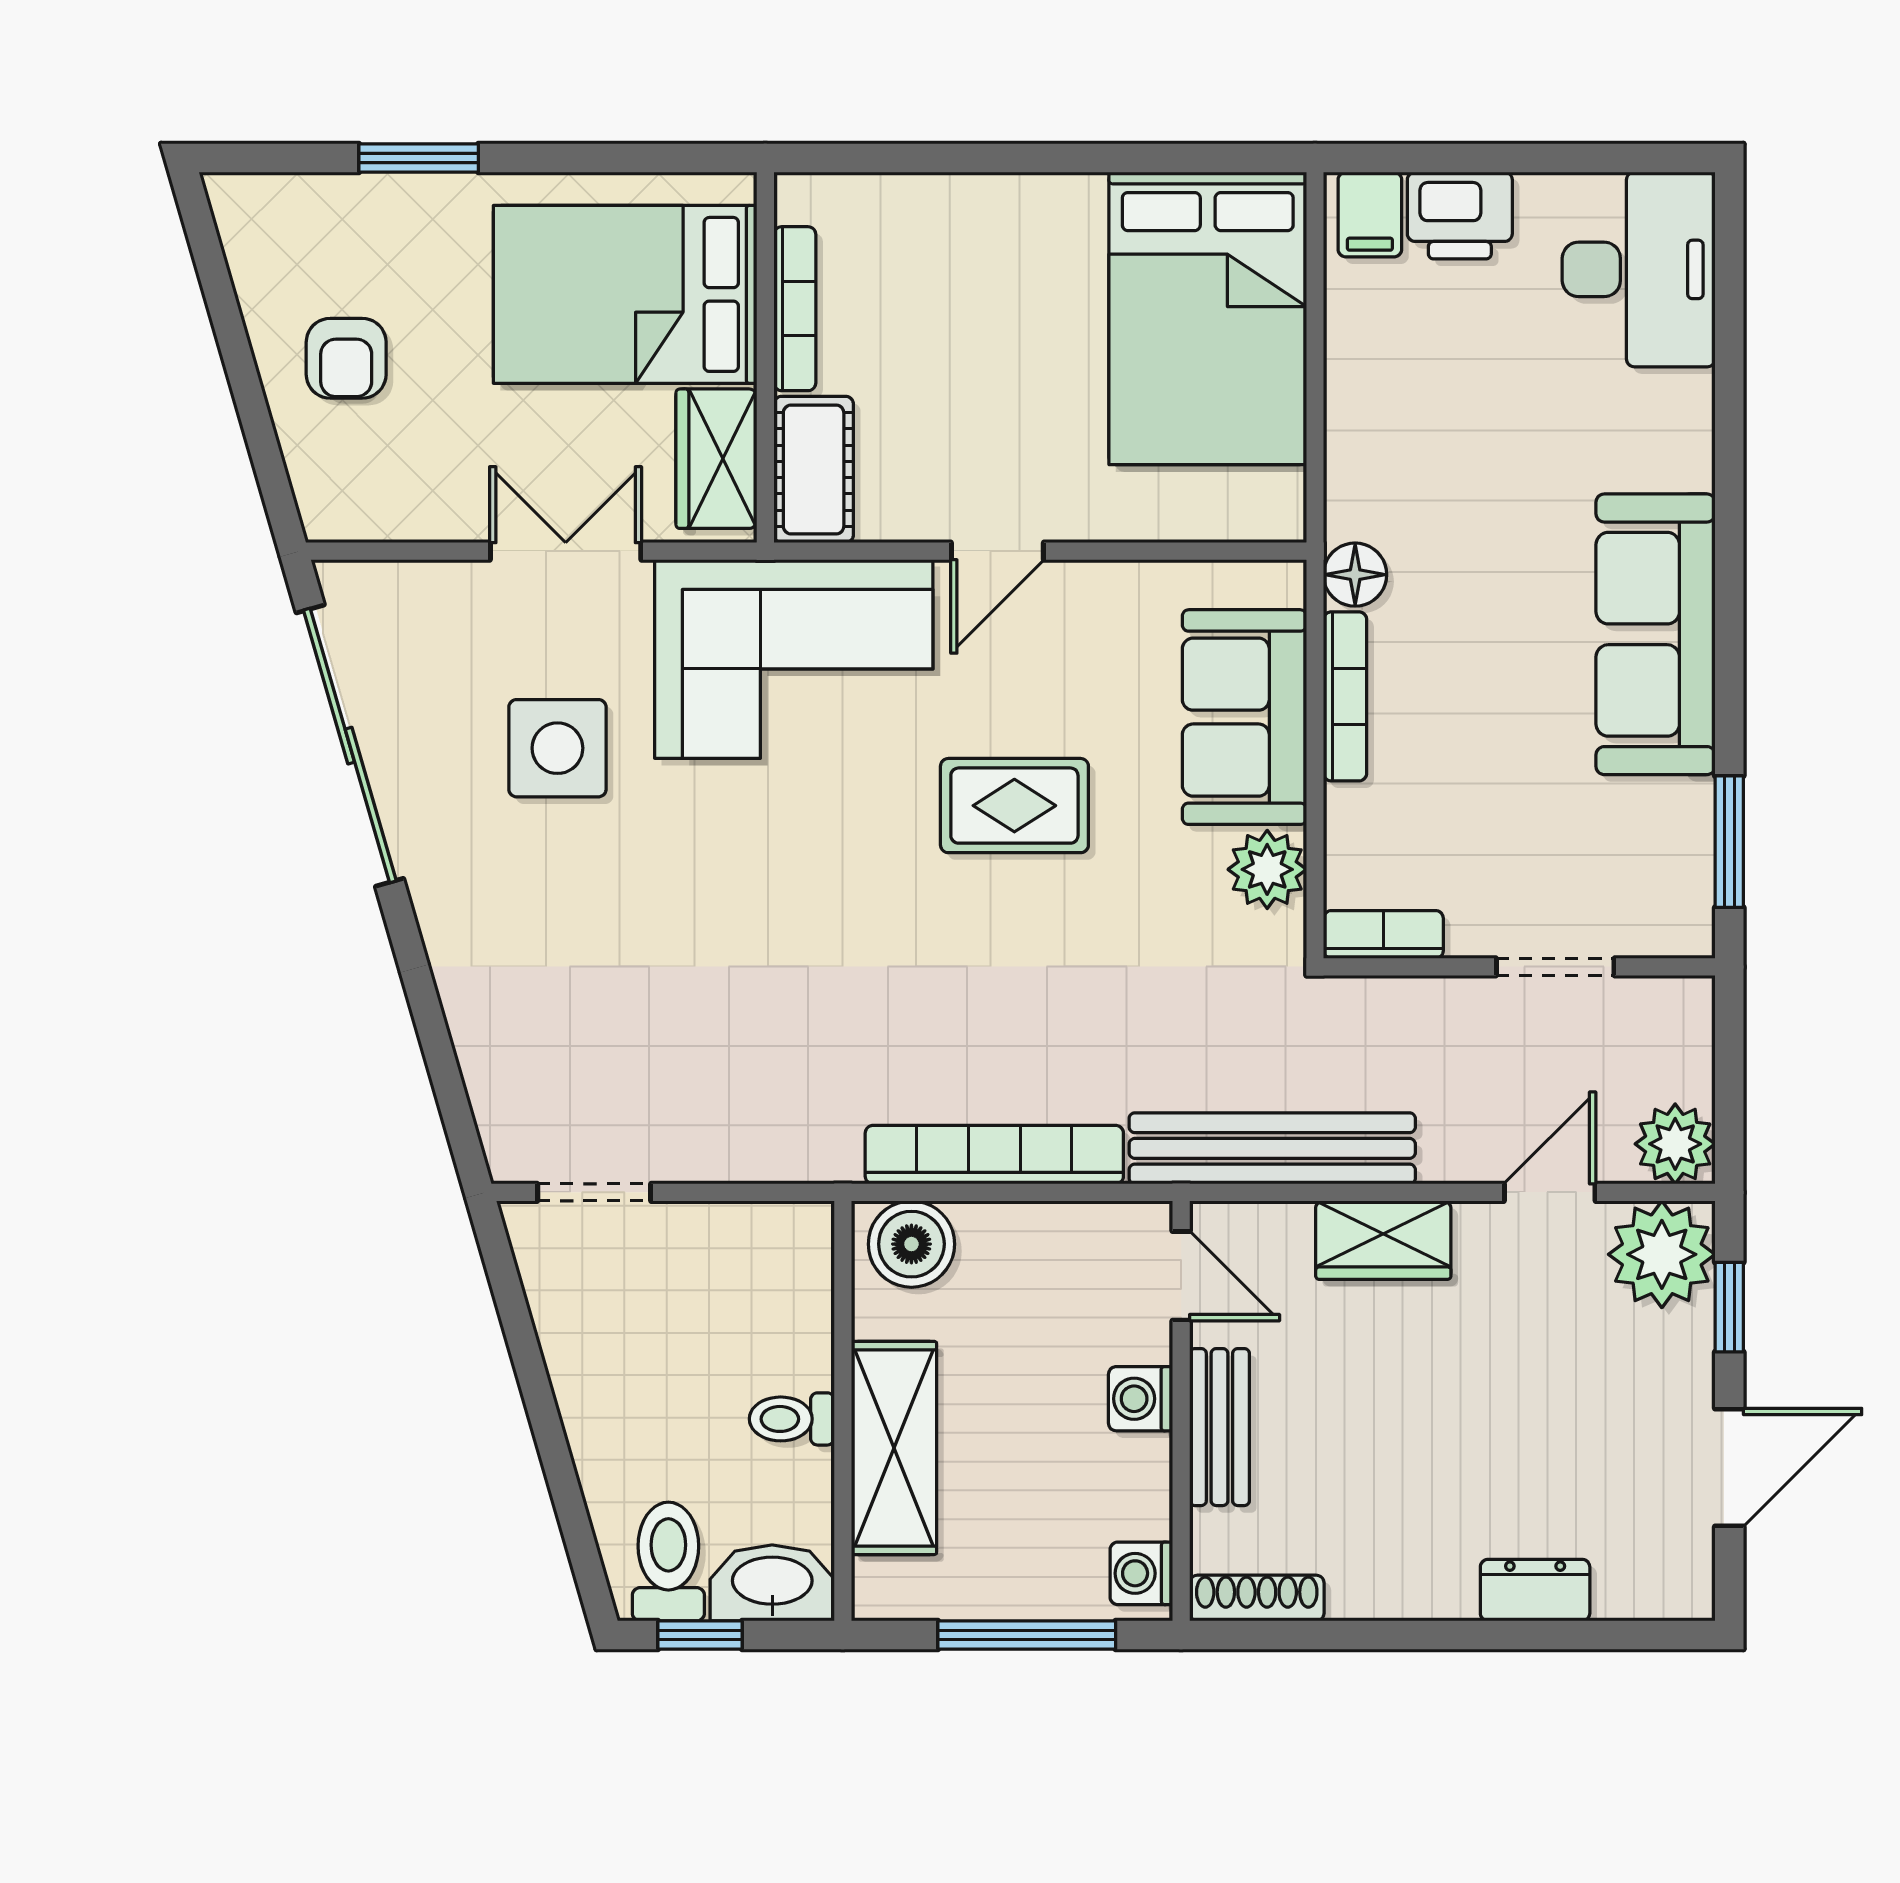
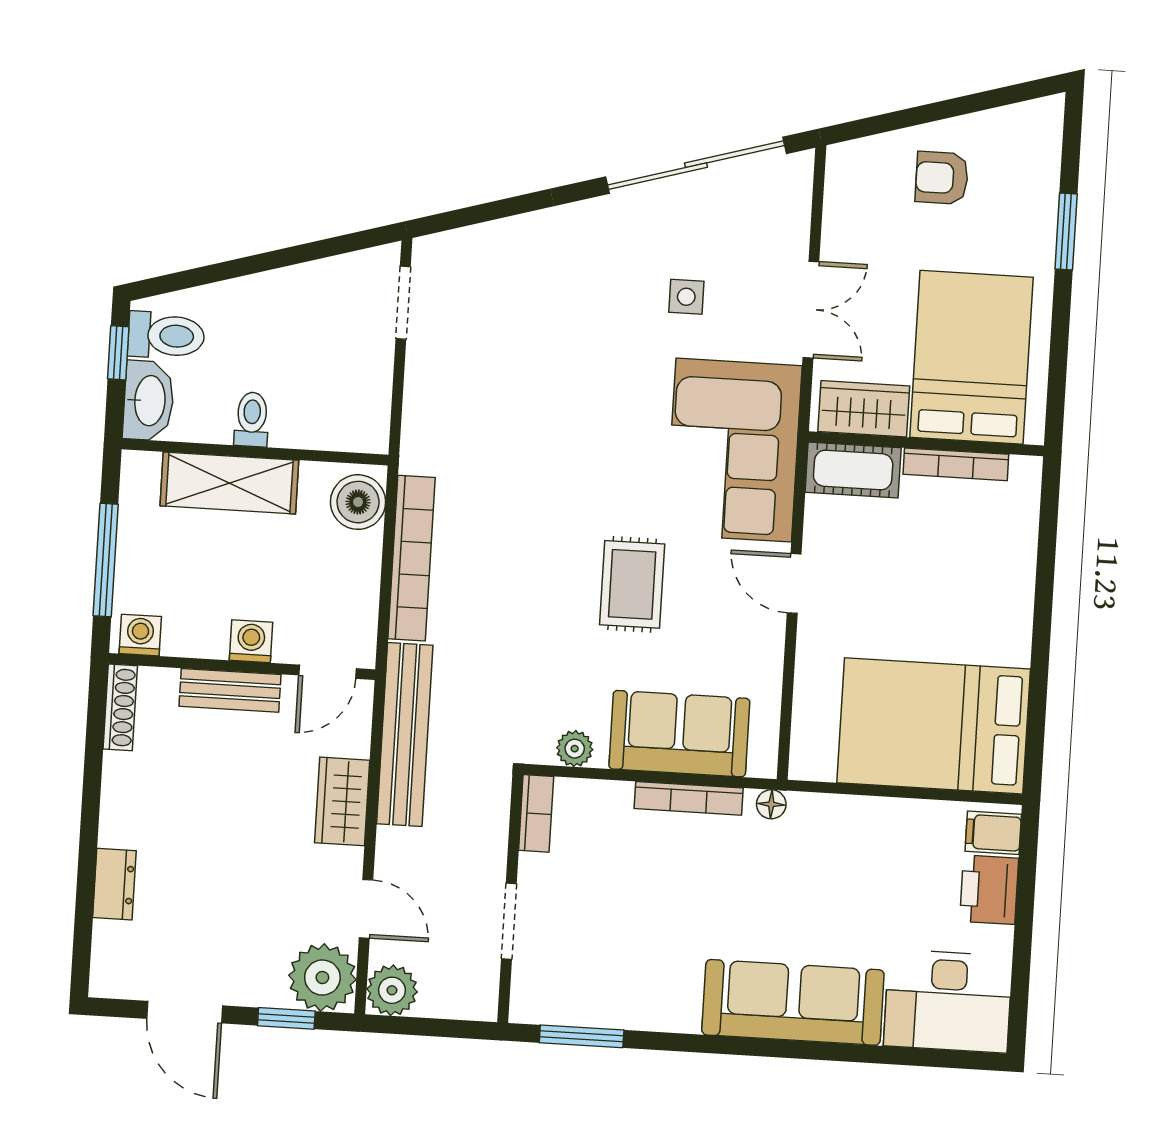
floor lamp: (1355, 575) -> (771, 804), width x0.73, depth x0.73
sofa: (1656, 634) -> (793, 1002), moved
side table: (557, 748) -> (686, 297), width x0.54, depth x0.54
plant: (1267, 869) -> (575, 749), width x0.73, depth x0.73

